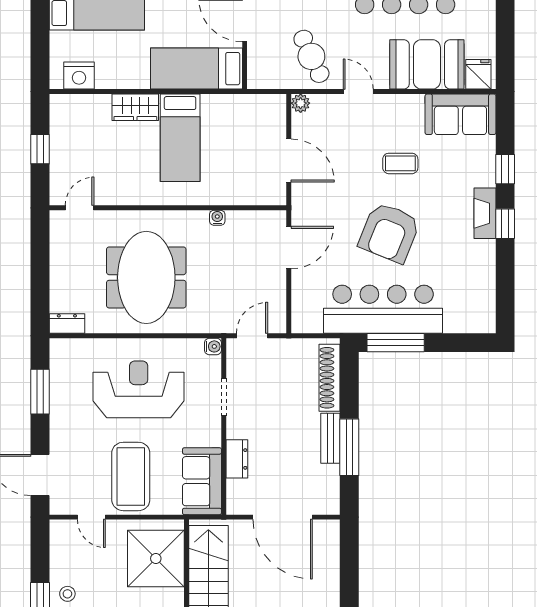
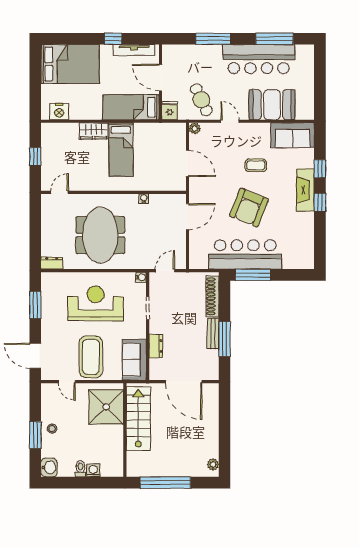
fridge: (478, 74) -> (170, 111), moved
fireplace: (485, 213) -> (305, 190), width x1.37, depth x1.32

